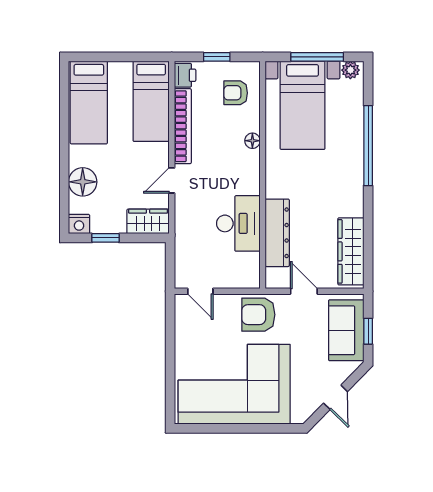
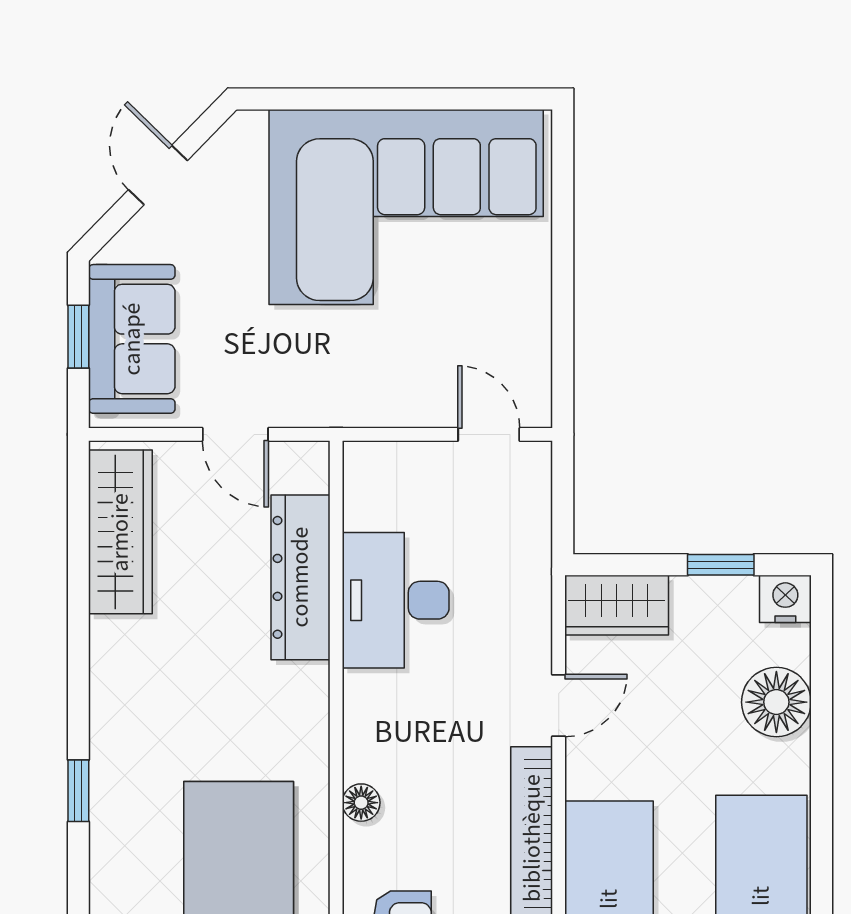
window: (368, 146) -> (78, 791), width x0.32
armchair: (258, 315) -> (347, 377), removed

